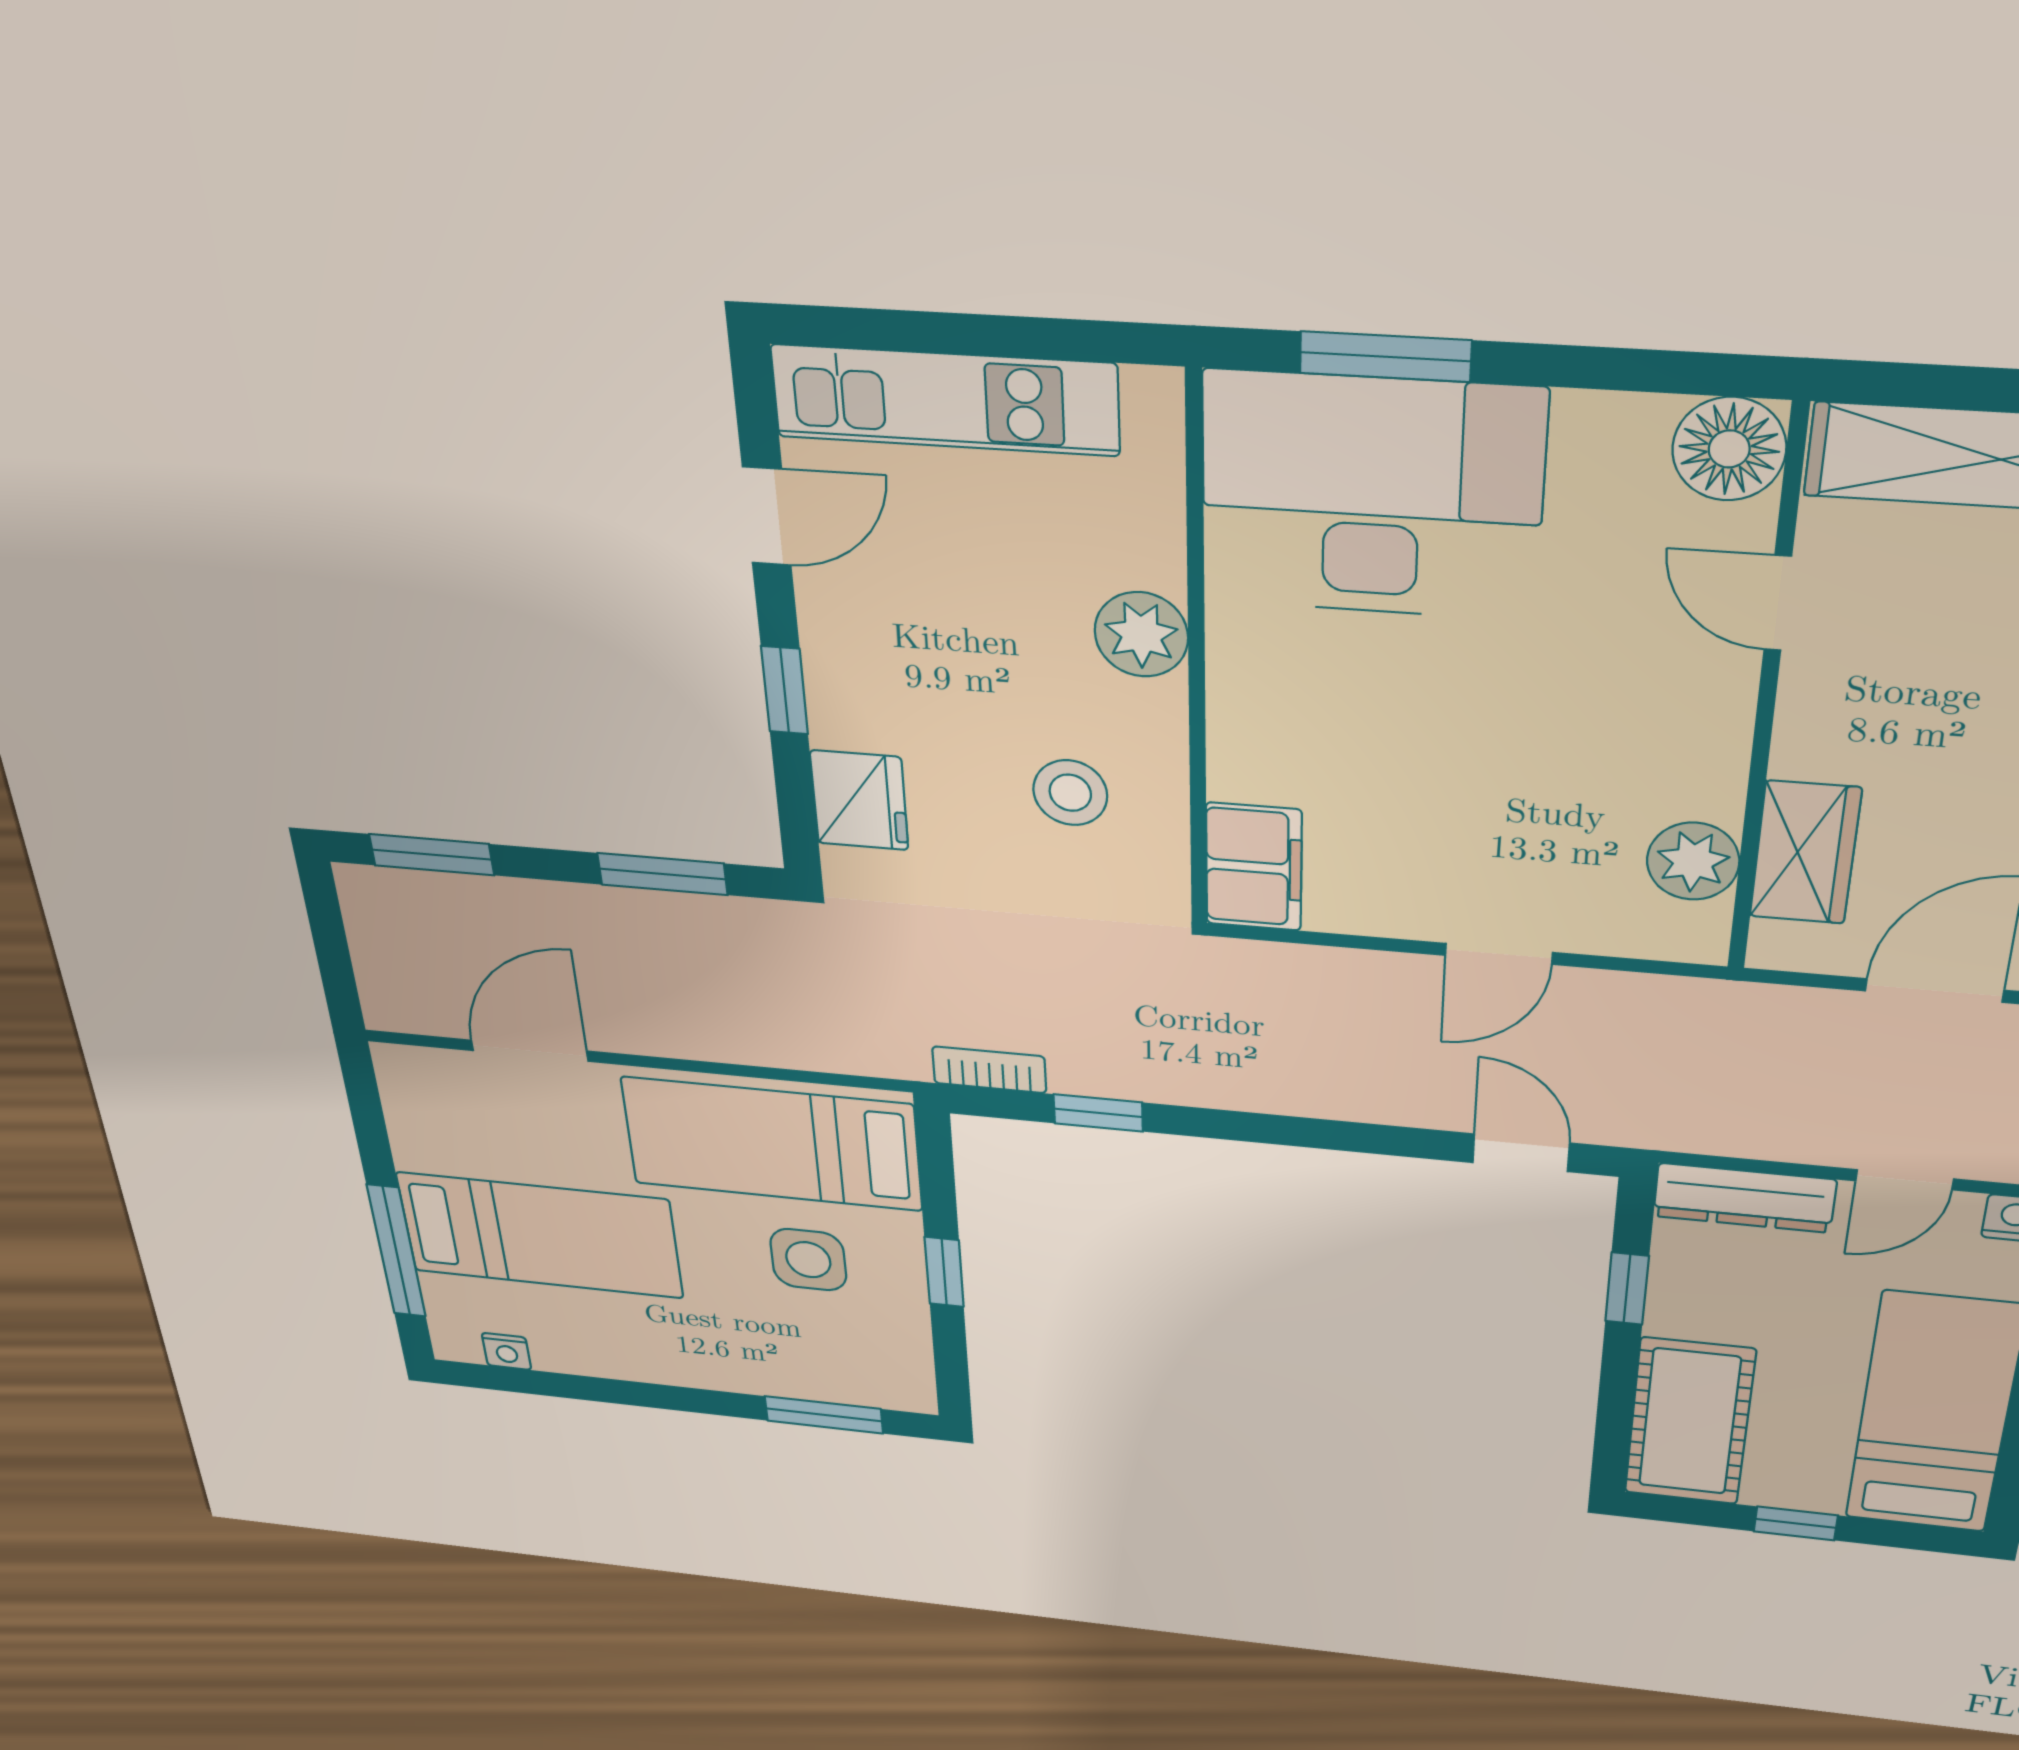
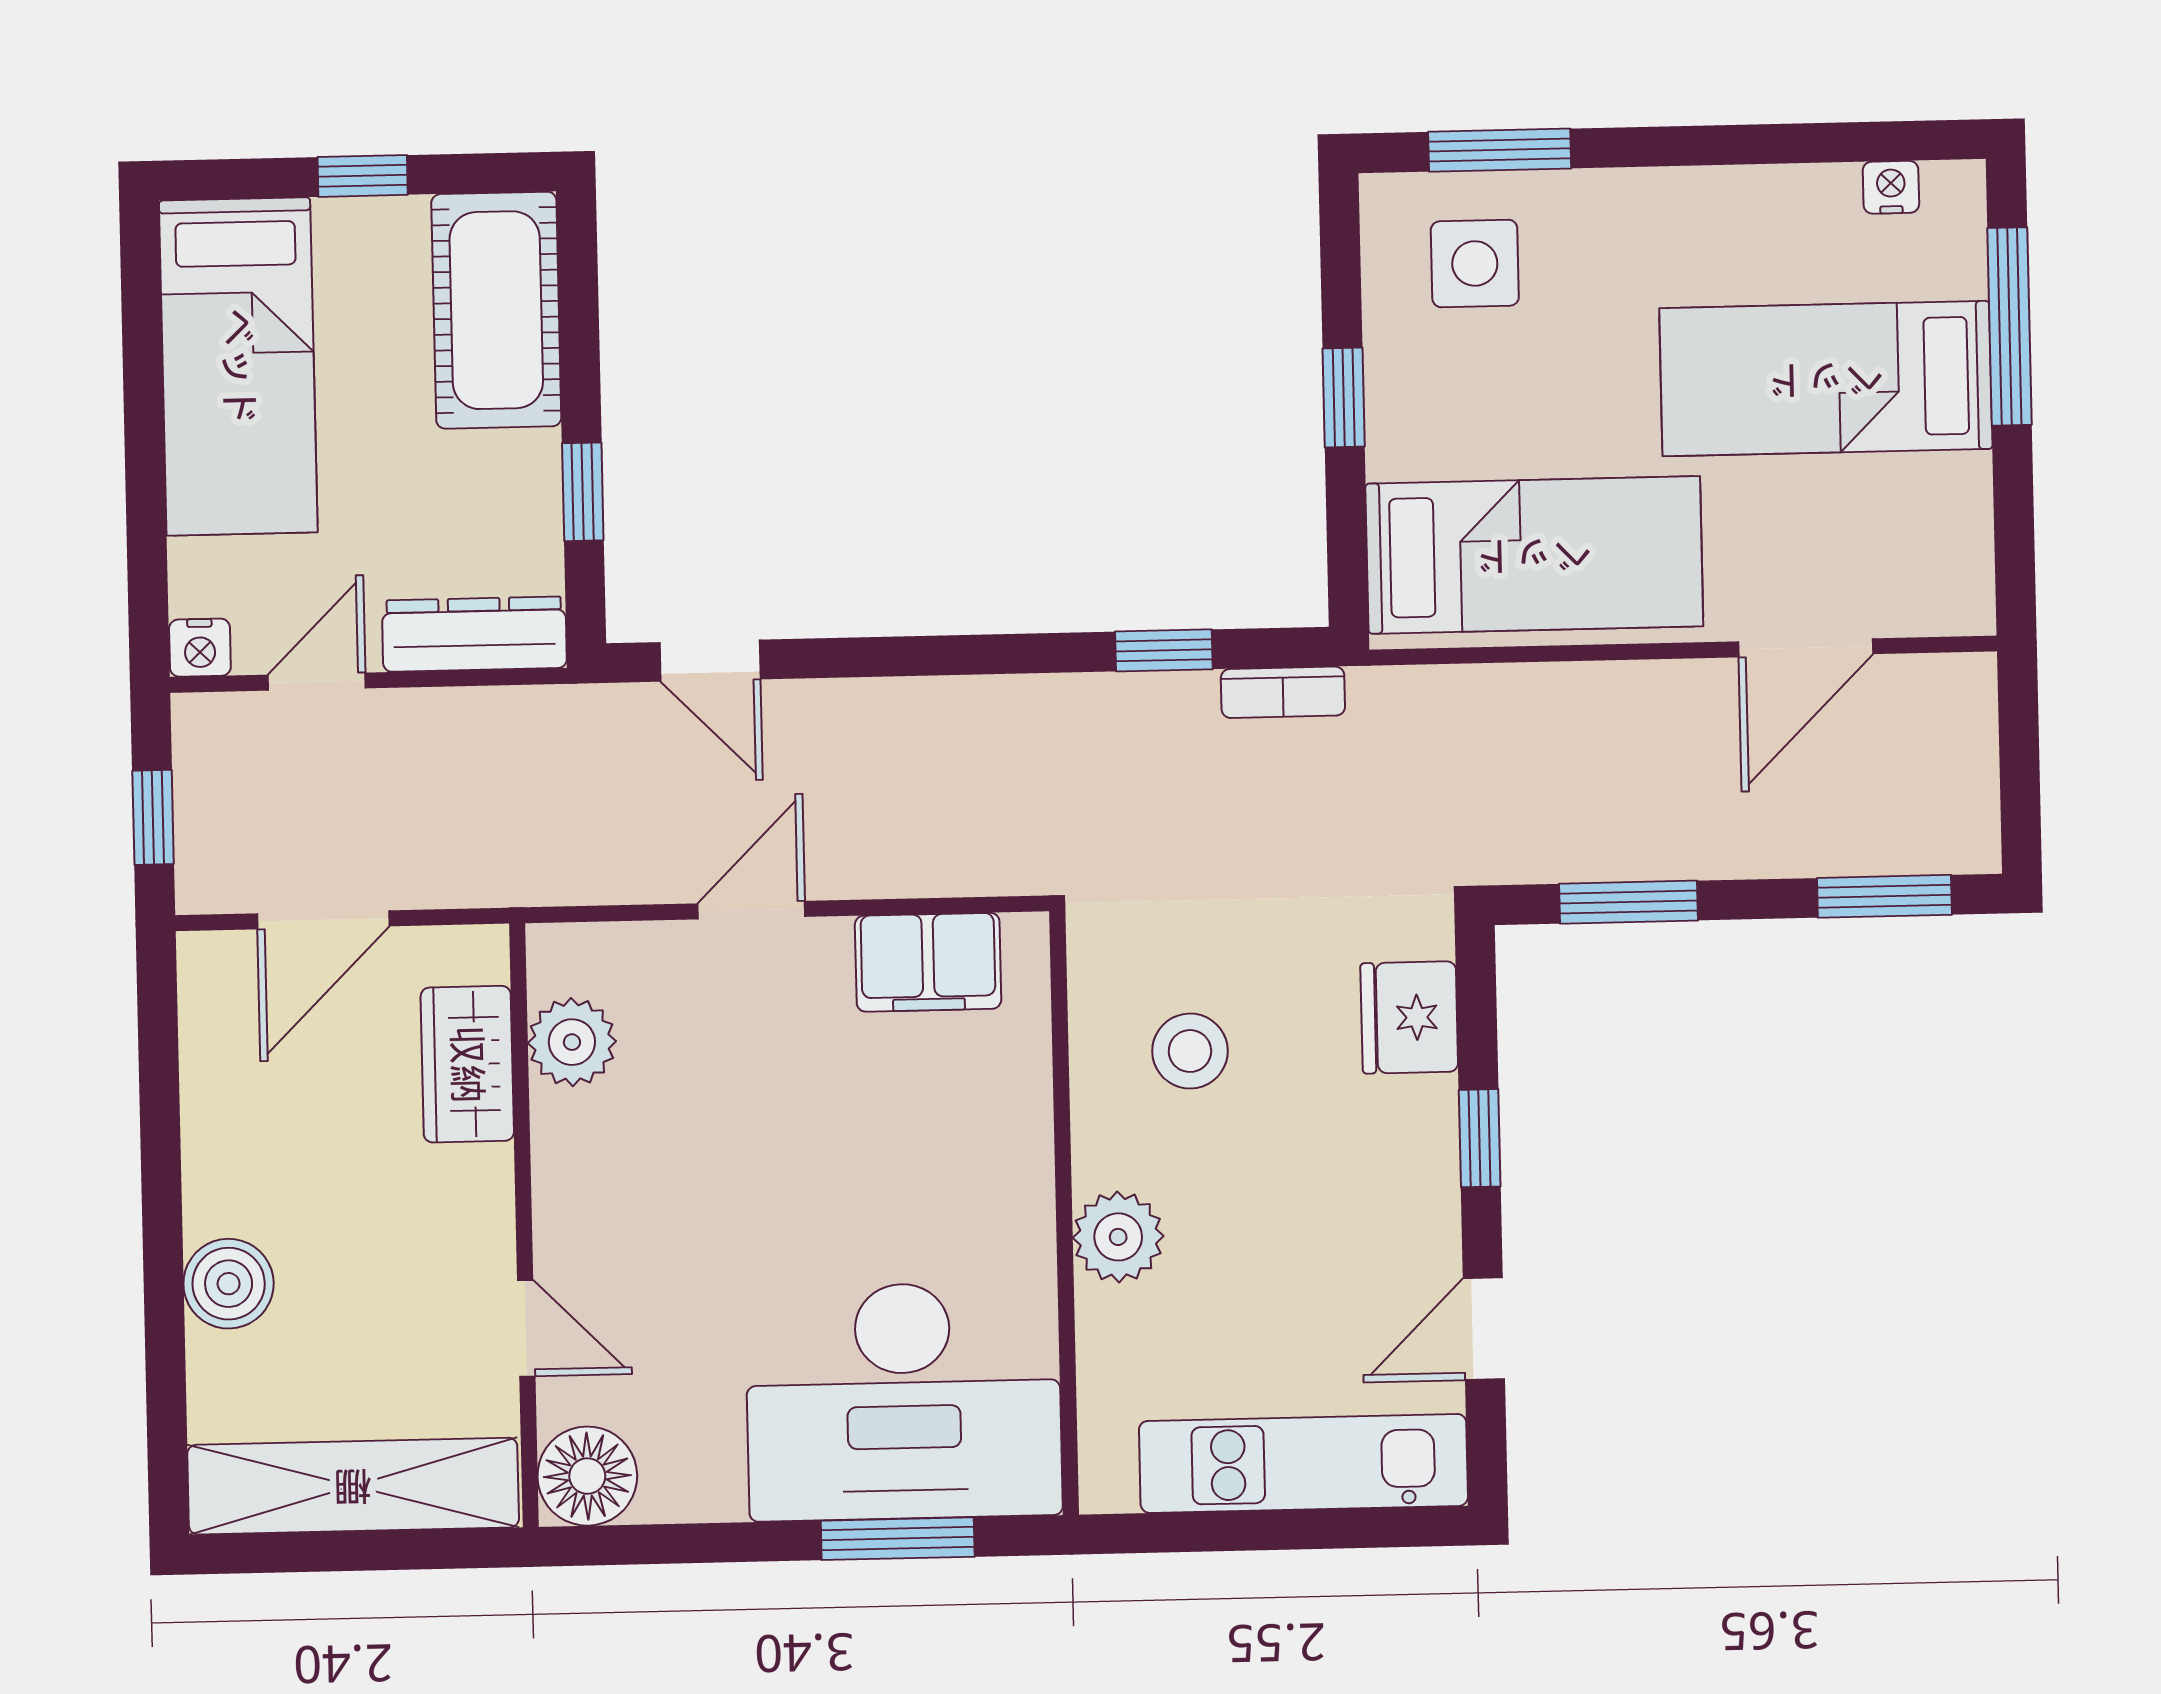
filing cabinet: (1254, 867) -> (928, 962), moved, turned -90
side table: (808, 1260) -> (1475, 263), moved

